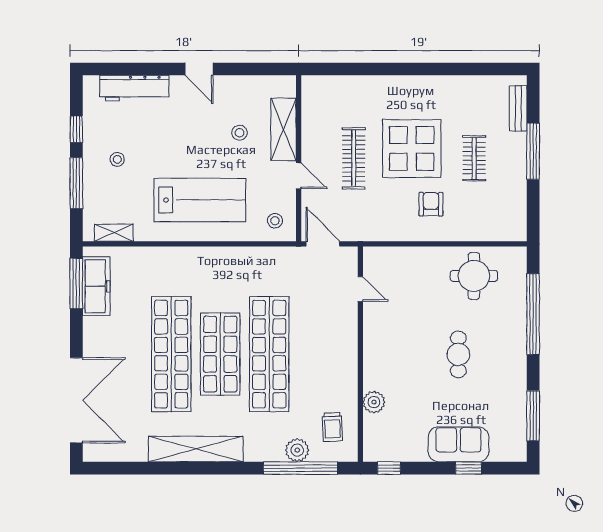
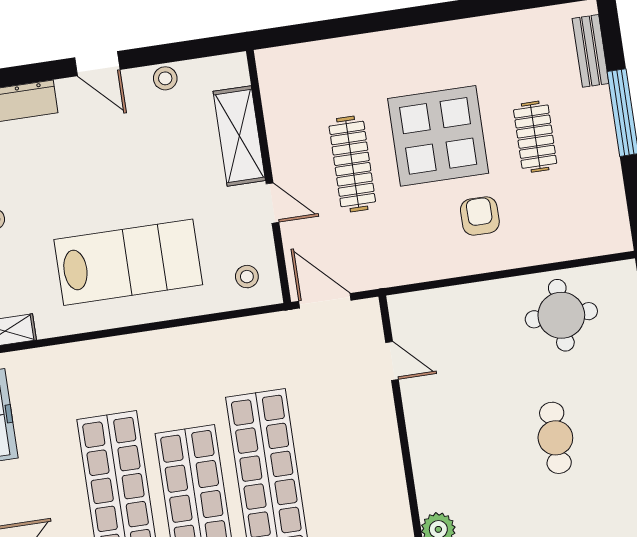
stool: (239, 133) -> (165, 78), moved

